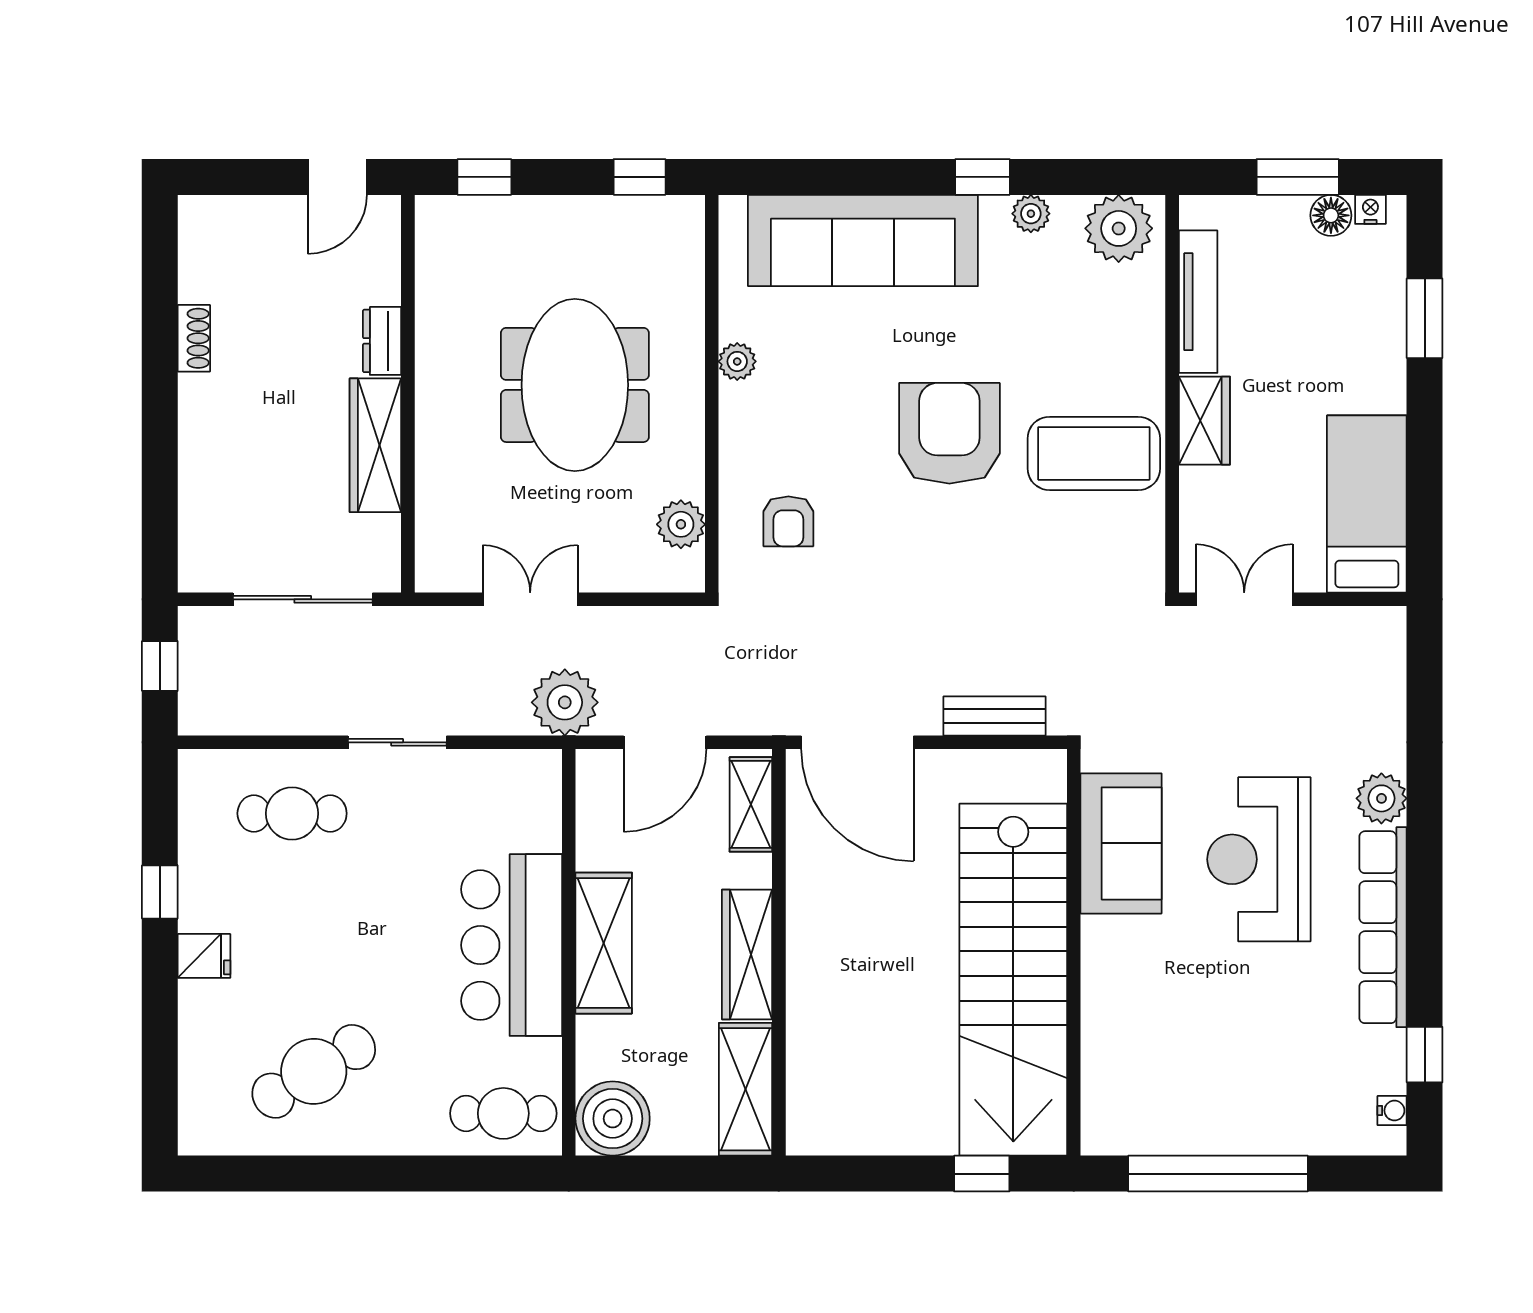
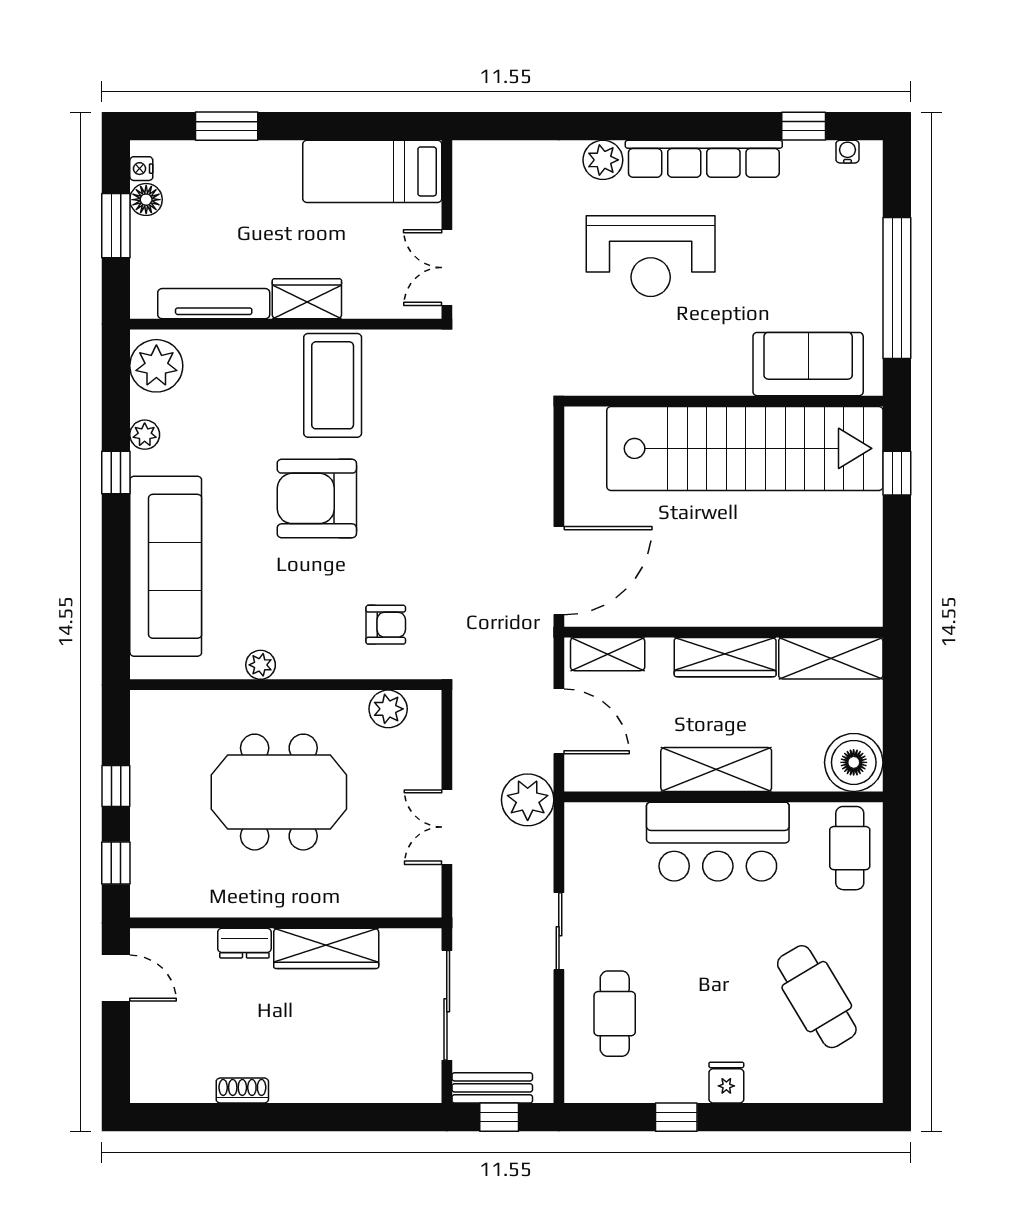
window: (640, 177) -> (116, 786), moved
bench: (994, 716) -> (492, 1088), moved, turned 90
sofa: (1121, 843) -> (808, 364), moved

